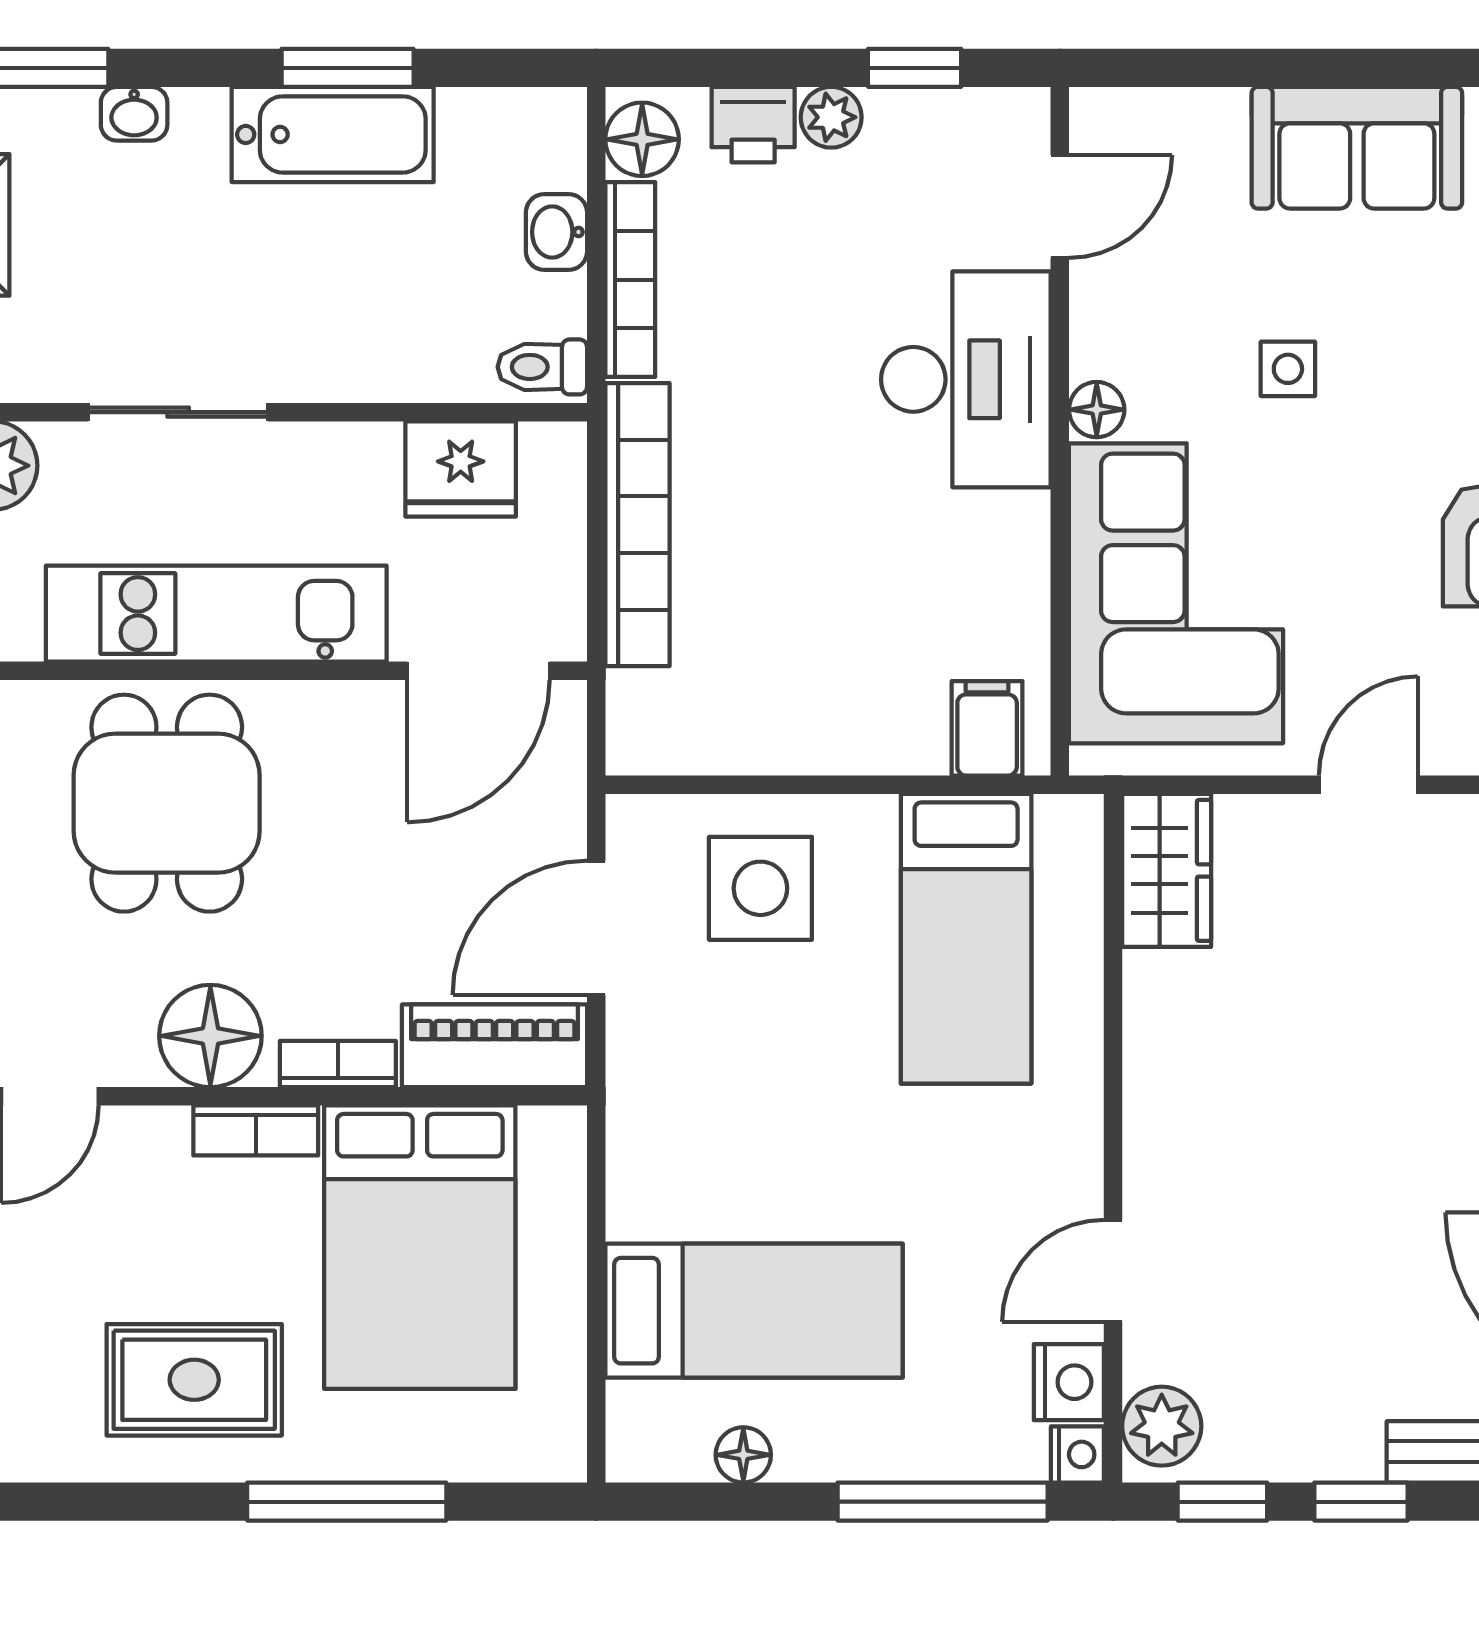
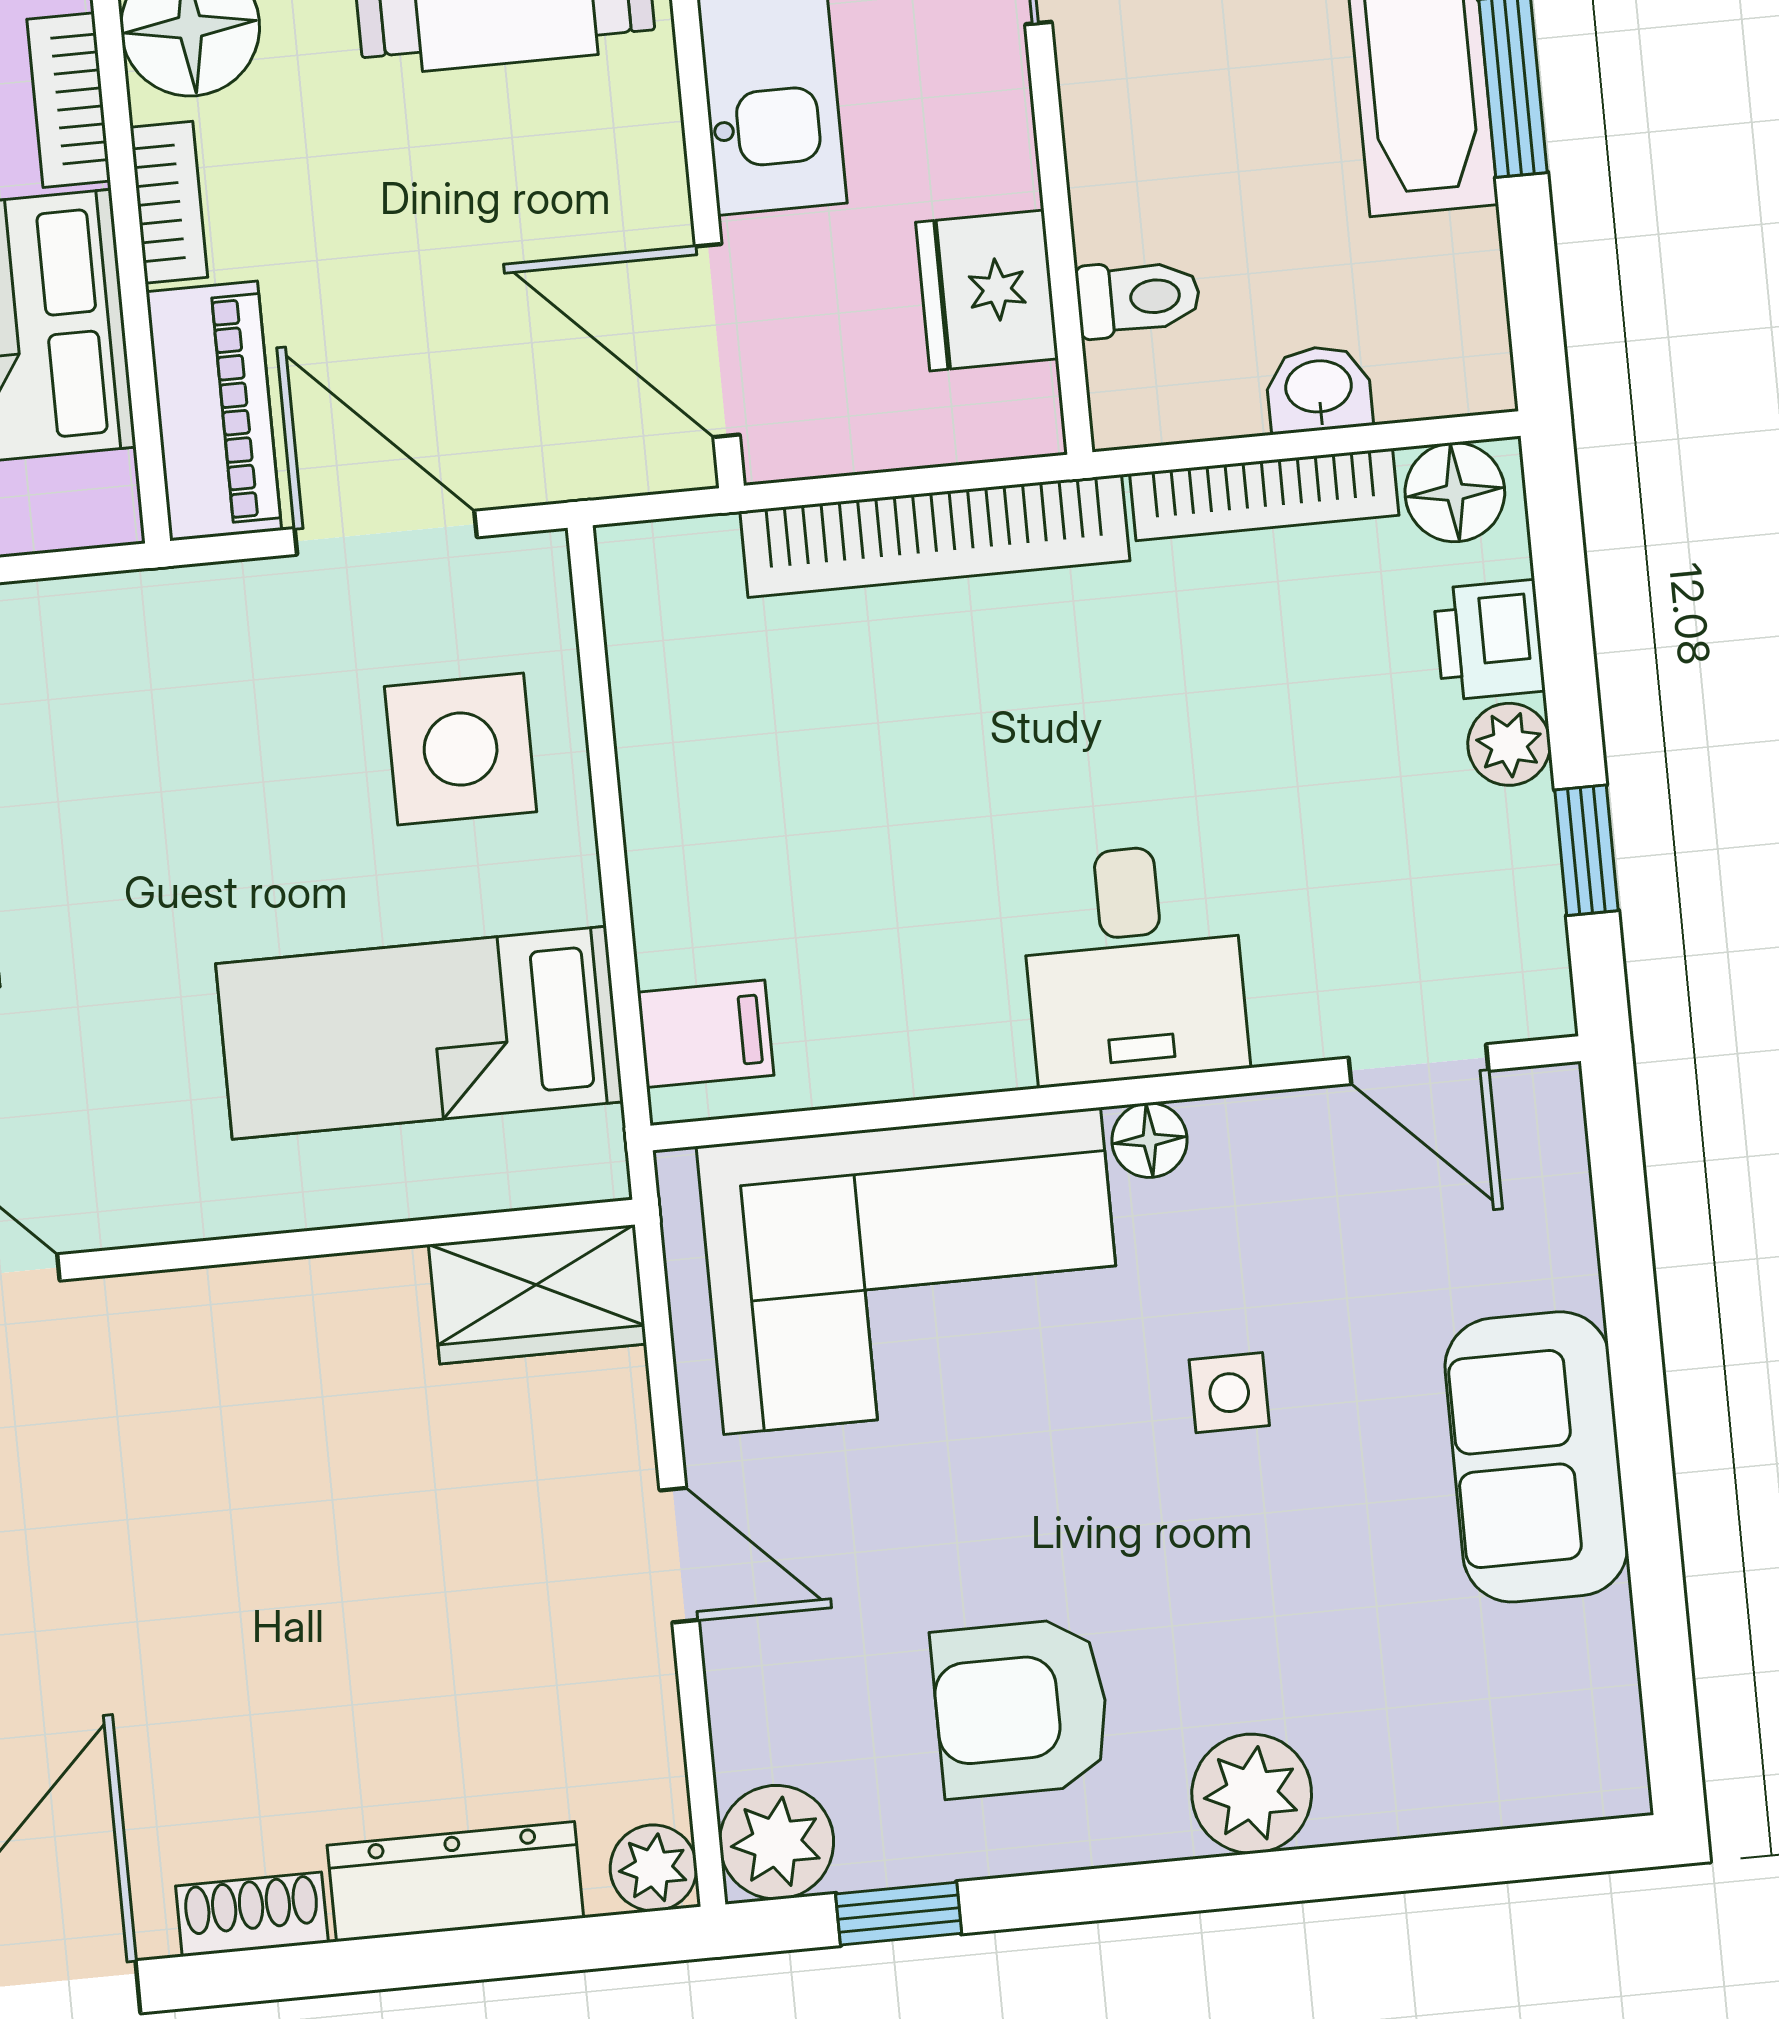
toilet: (542, 367) -> (1138, 298), moved, turned 90
desk: (966, 379) -> (1134, 964), width x0.73

